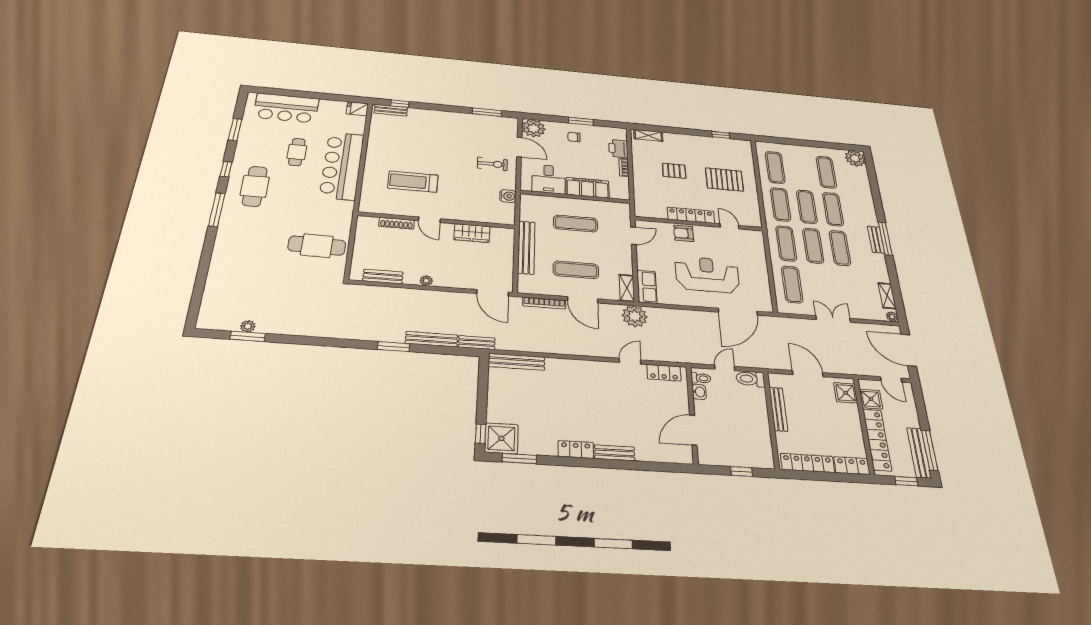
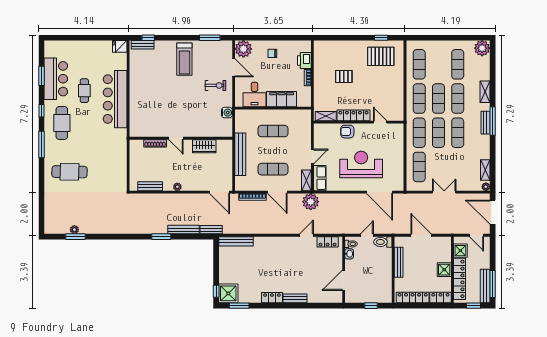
bar counter: (286, 108) -> (56, 79), moved, turned -90
window: (581, 121) -> (278, 38), removed
shelving: (648, 135) -> (326, 116), moved
pallet: (724, 180) -> (381, 56), moved
treadmill: (413, 182) -> (184, 59), moved, turned -90
shelving: (868, 205) -> (485, 92), added
door: (633, 236) -> (312, 157), moved
cafe table: (317, 246) -> (69, 172), moved
door: (738, 312) -> (379, 192), hinge flipped
shower: (846, 393) -> (444, 270), moved

